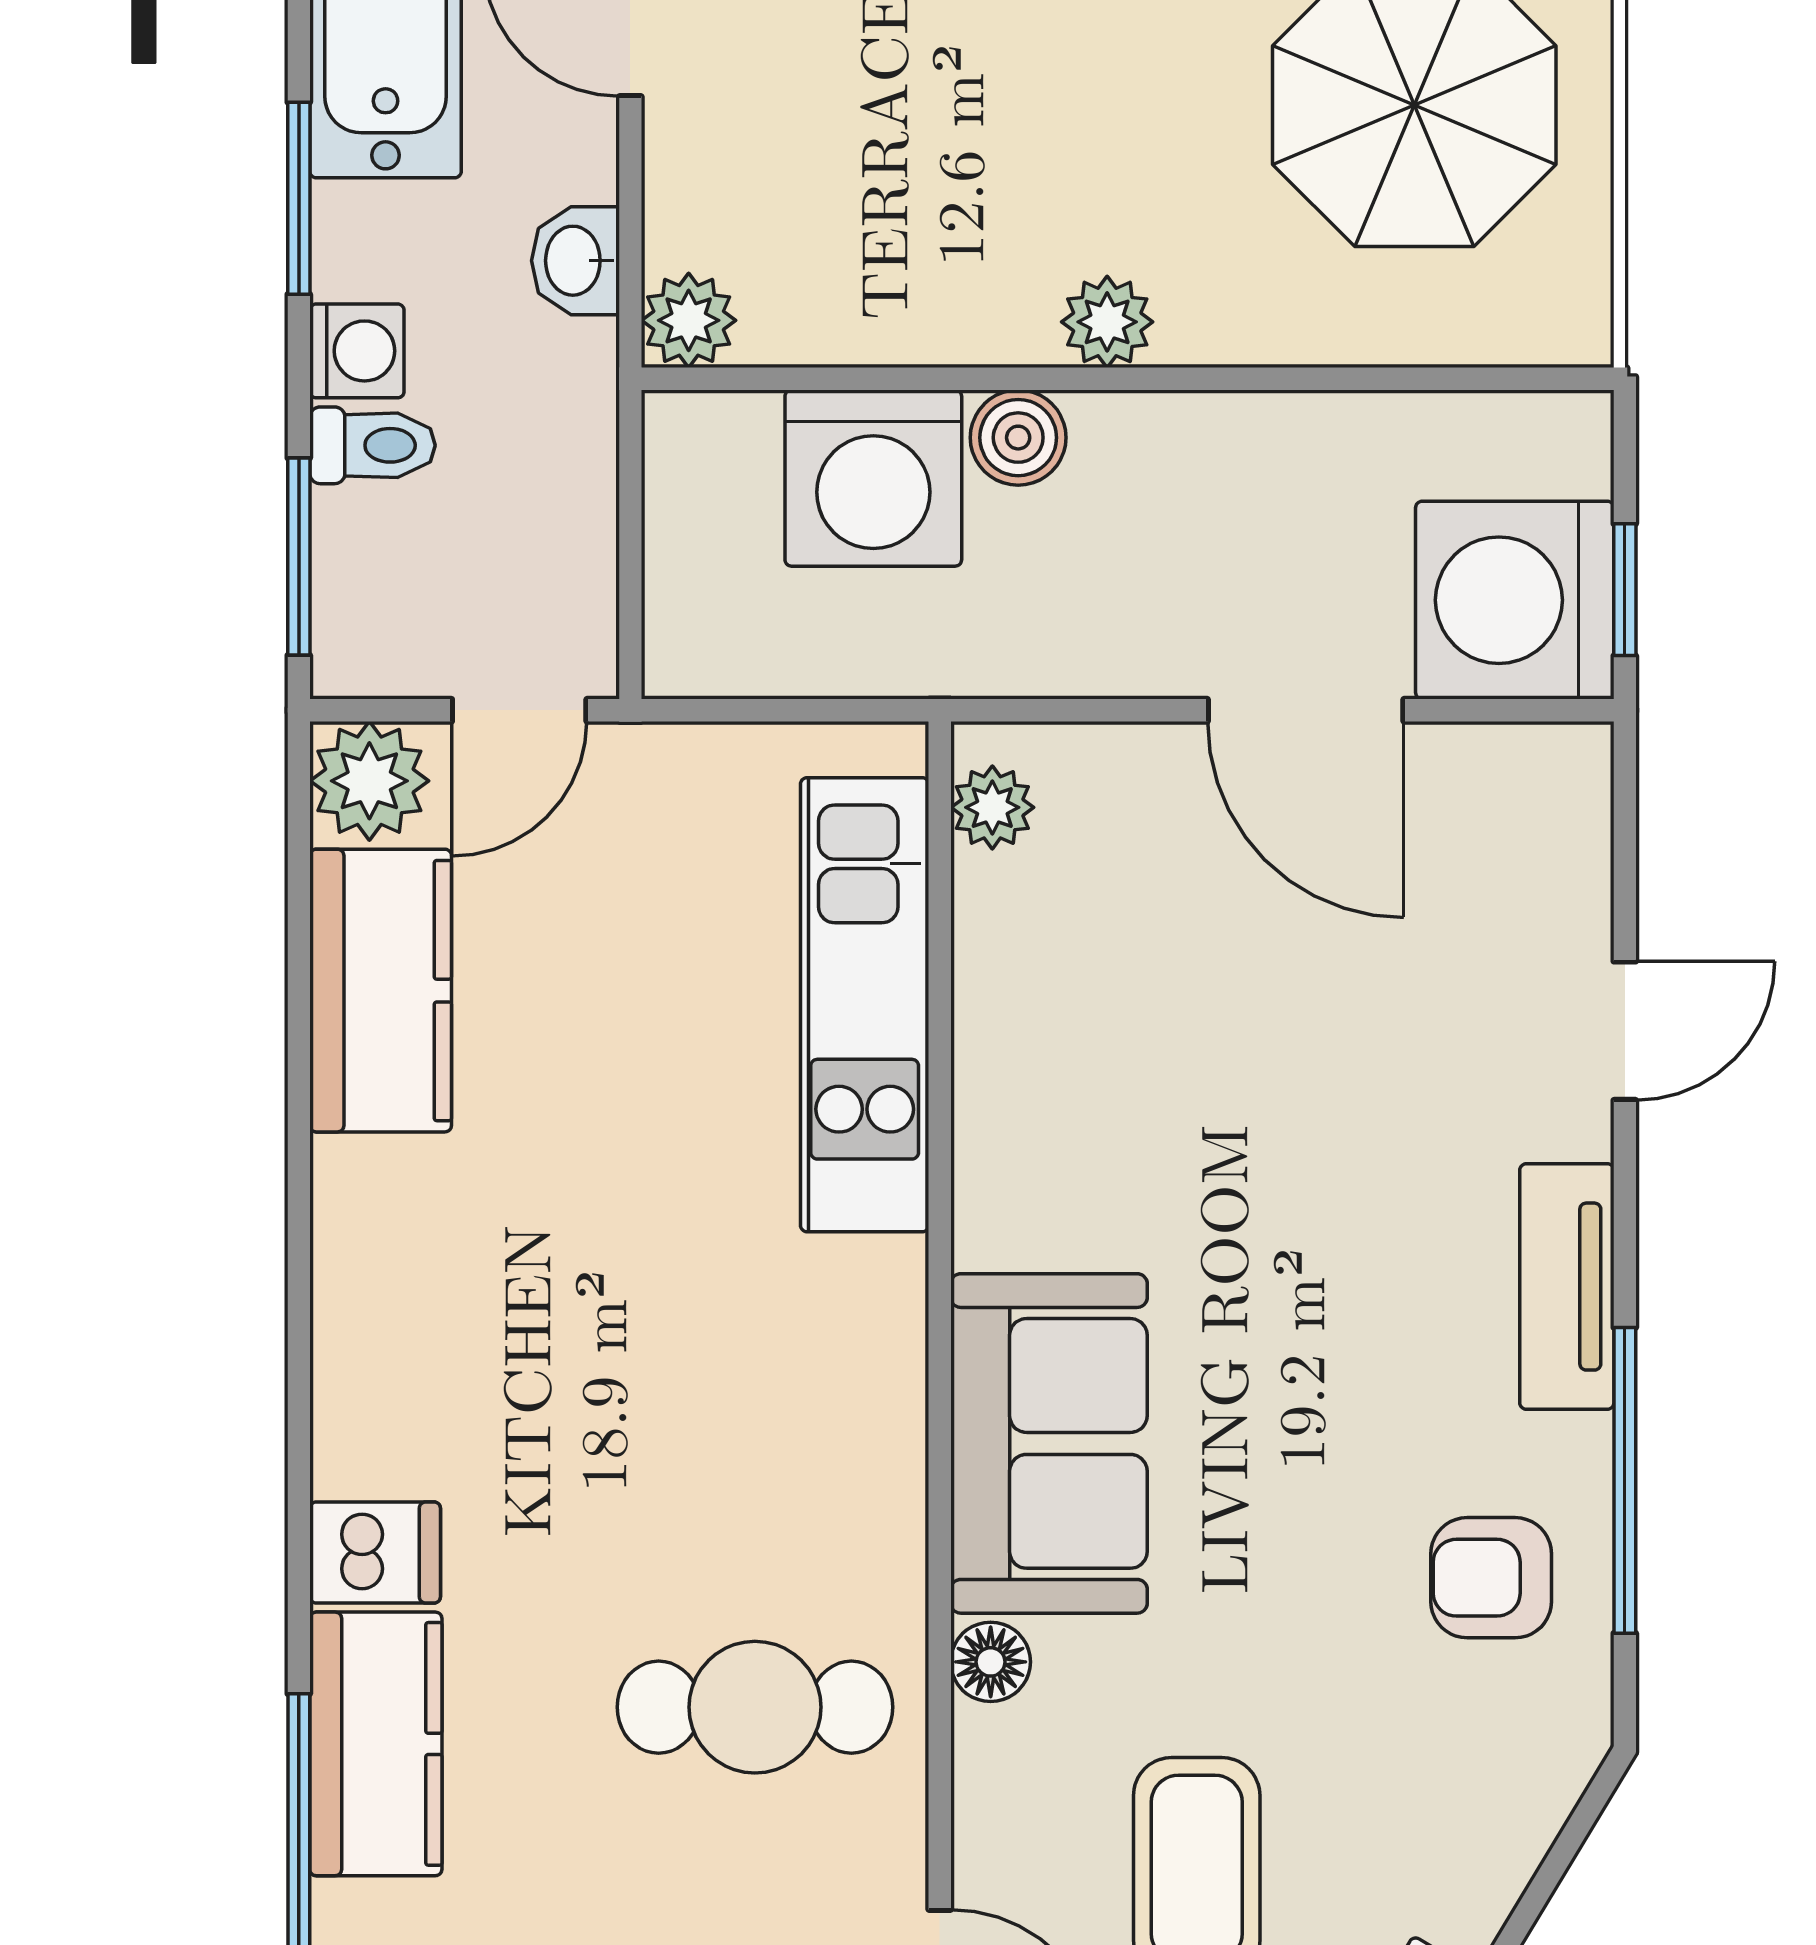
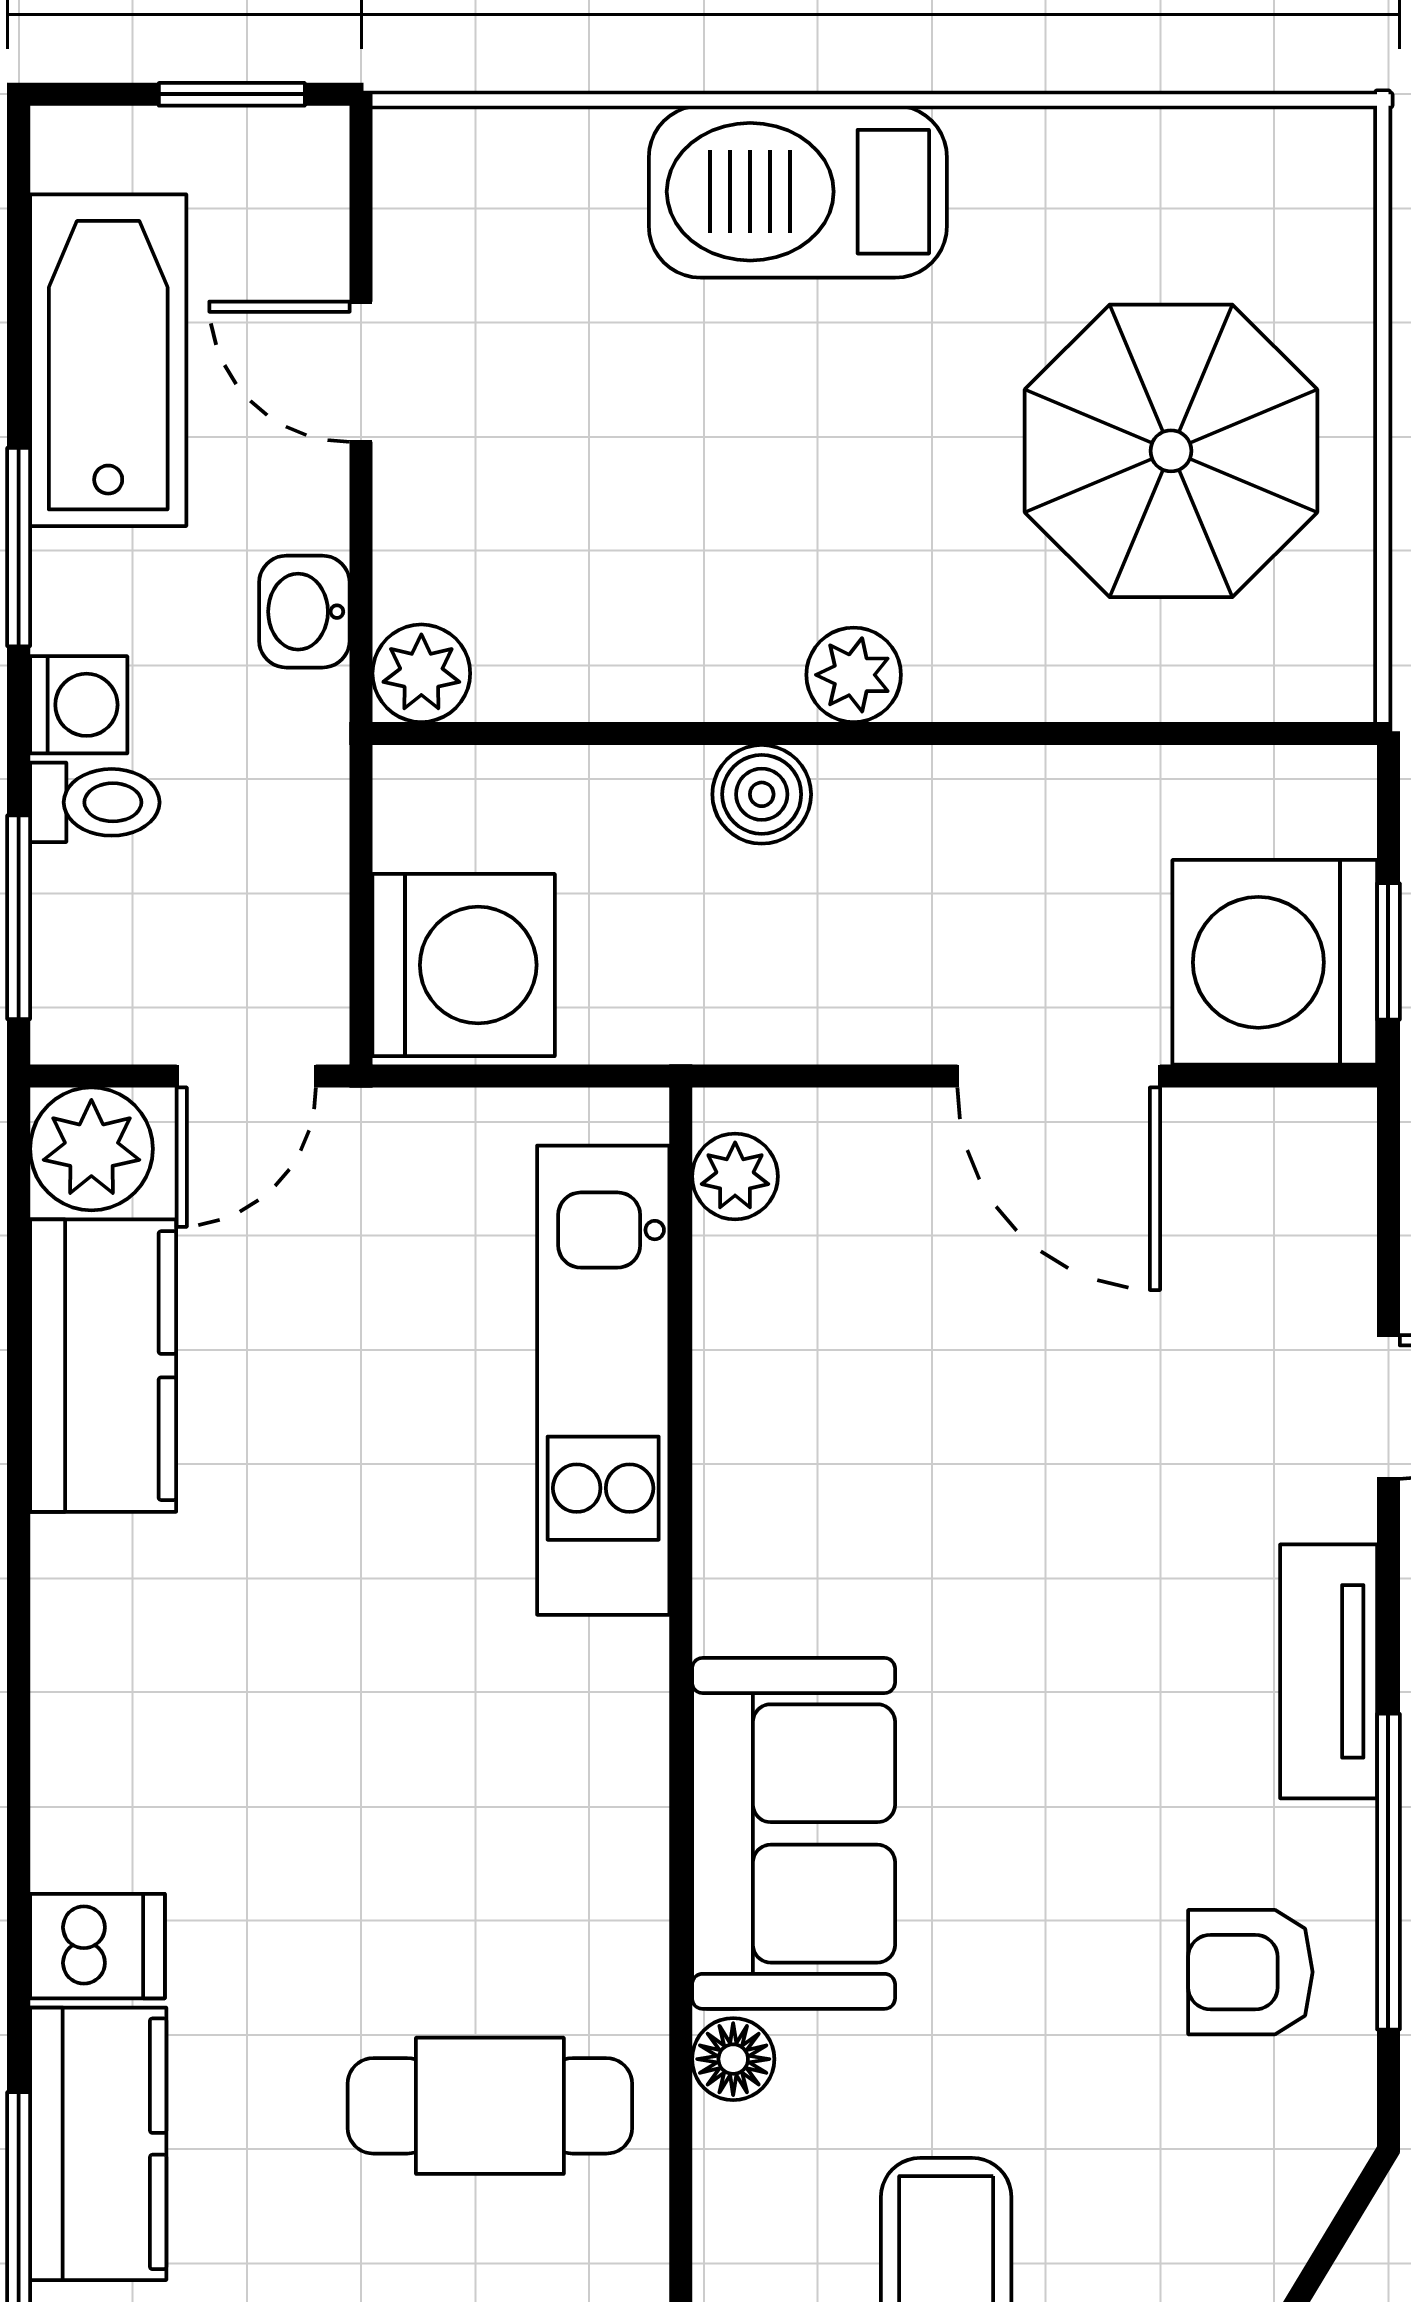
washing machine: (873, 478) -> (464, 965), moved, turned -90

